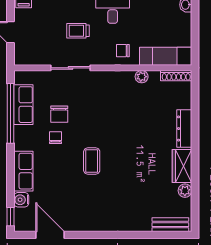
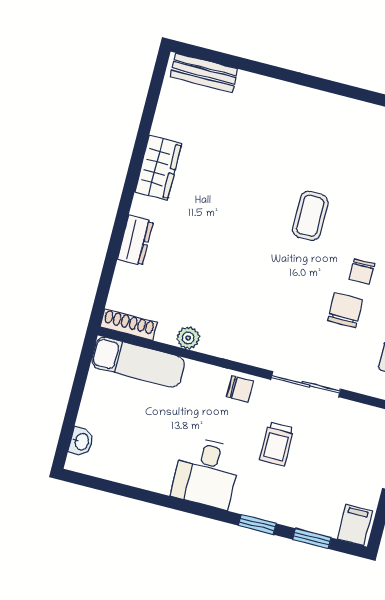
trolley: (78, 31) -> (277, 444), turned 90
chair: (123, 51) -> (240, 389), moved
dresser: (184, 129) -> (135, 240), width x0.70
plant: (185, 191) -> (164, 124), removed

